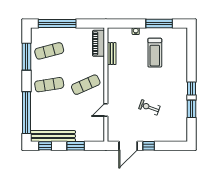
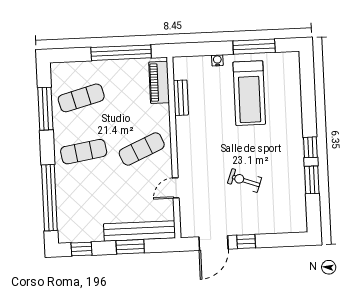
window: (57, 24) -> (121, 53), moved
treadmill: (155, 53) -> (249, 93), width x1.37, depth x1.38
bench: (53, 136) -> (140, 231), moved

